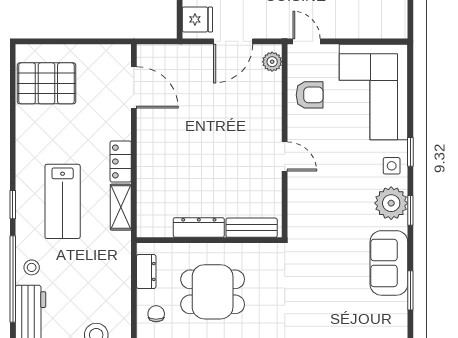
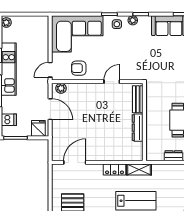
armchair: (310, 95) -> (79, 68), turned -90
plant: (391, 203) -> (133, 20), width x0.53, depth x0.53
dresser: (199, 227) -> (138, 128), moved
bench: (252, 228) -> (138, 99), moved
wall: (209, 240) -> (144, 122), moved

